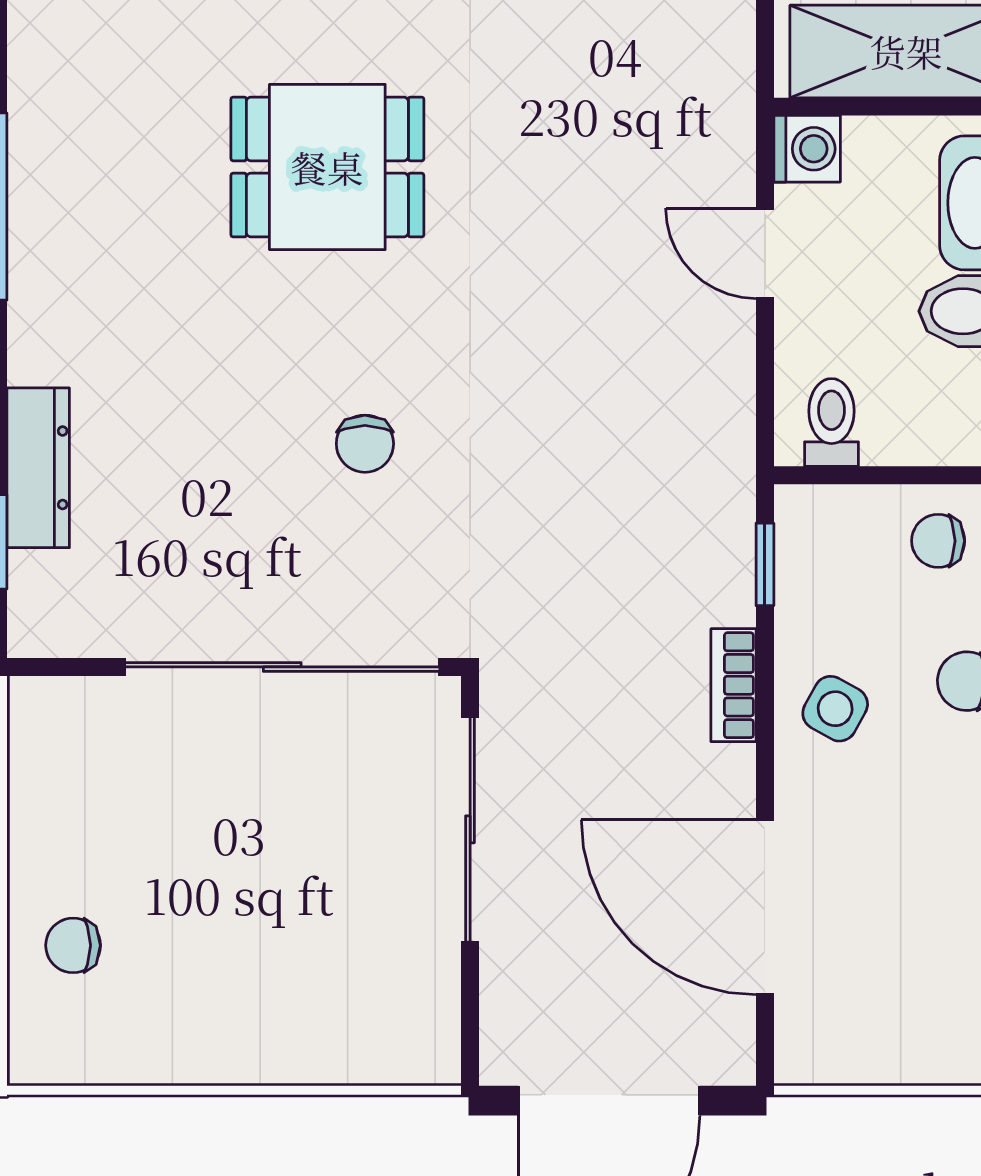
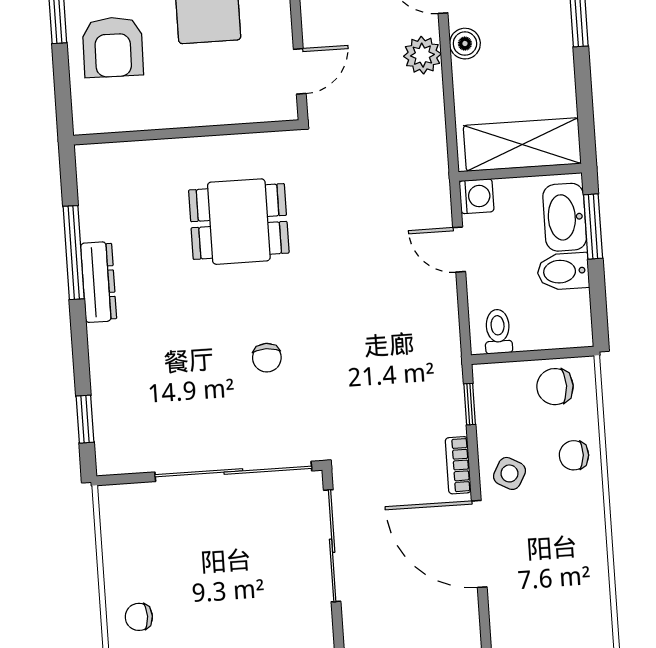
dresser: (38, 468) -> (99, 282), moved
chair: (938, 541) -> (555, 387), width x1.37, depth x1.37
door: (765, 907) -> (479, 544), moved

